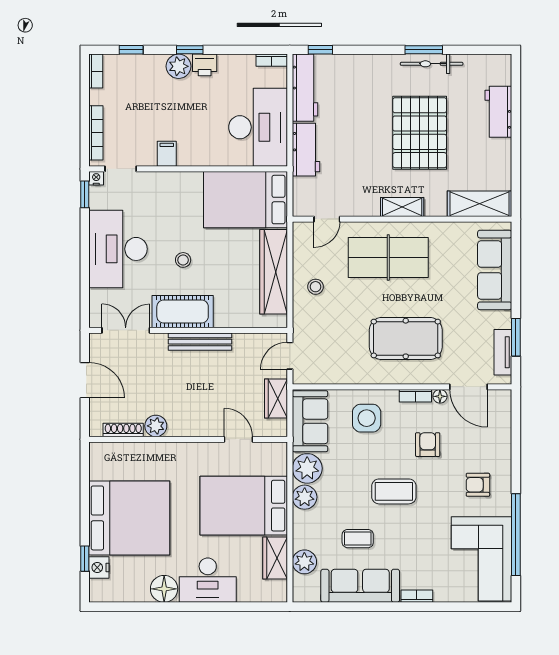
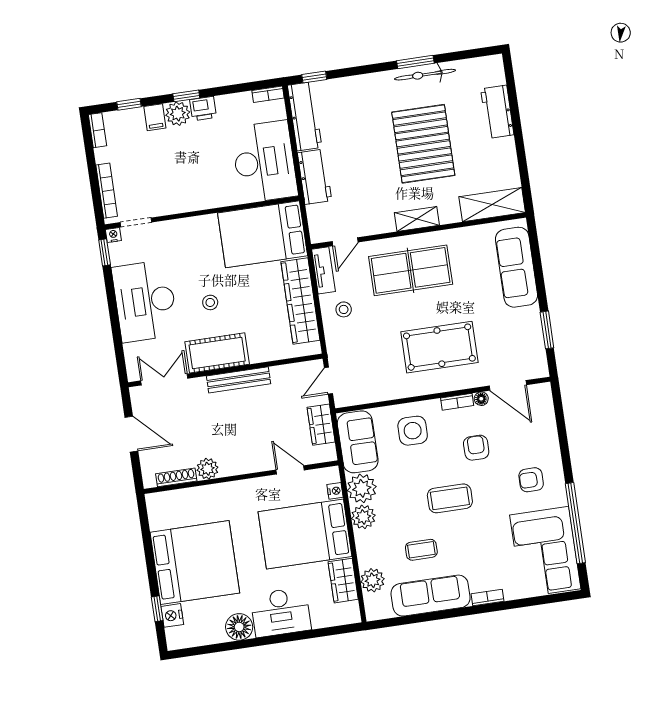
filing cabinet: (167, 154) -> (155, 117), moved, turned 180
tv unit: (503, 352) -> (323, 270), moved, turned 180
nightstand: (280, 467) -> (335, 491), added

